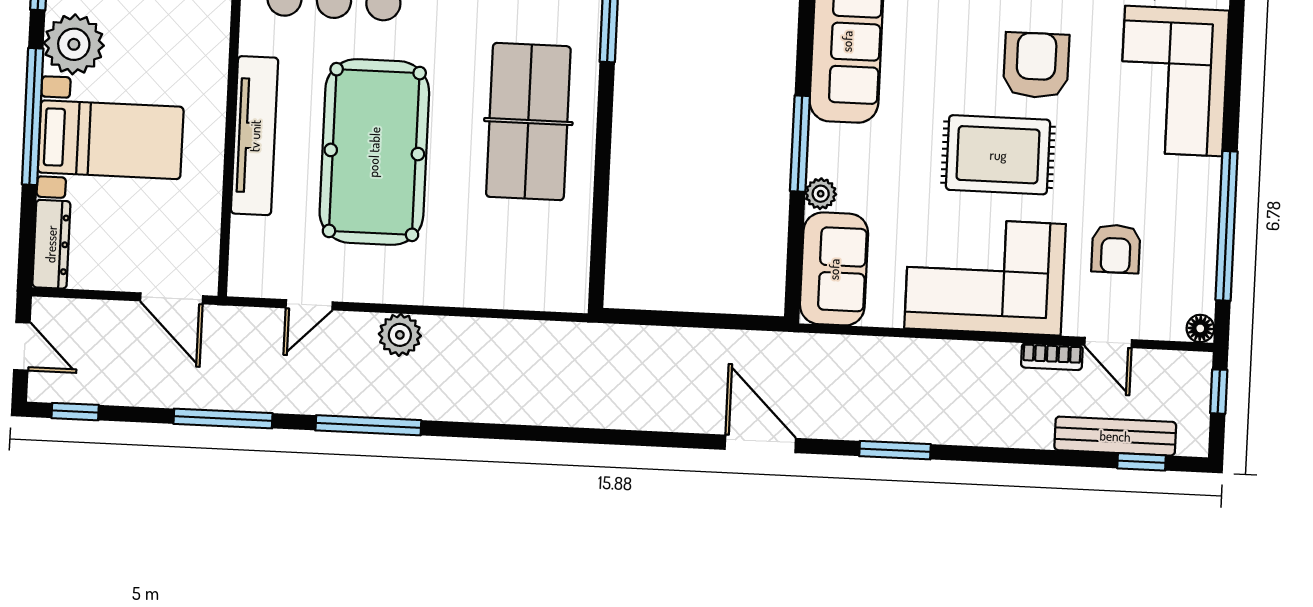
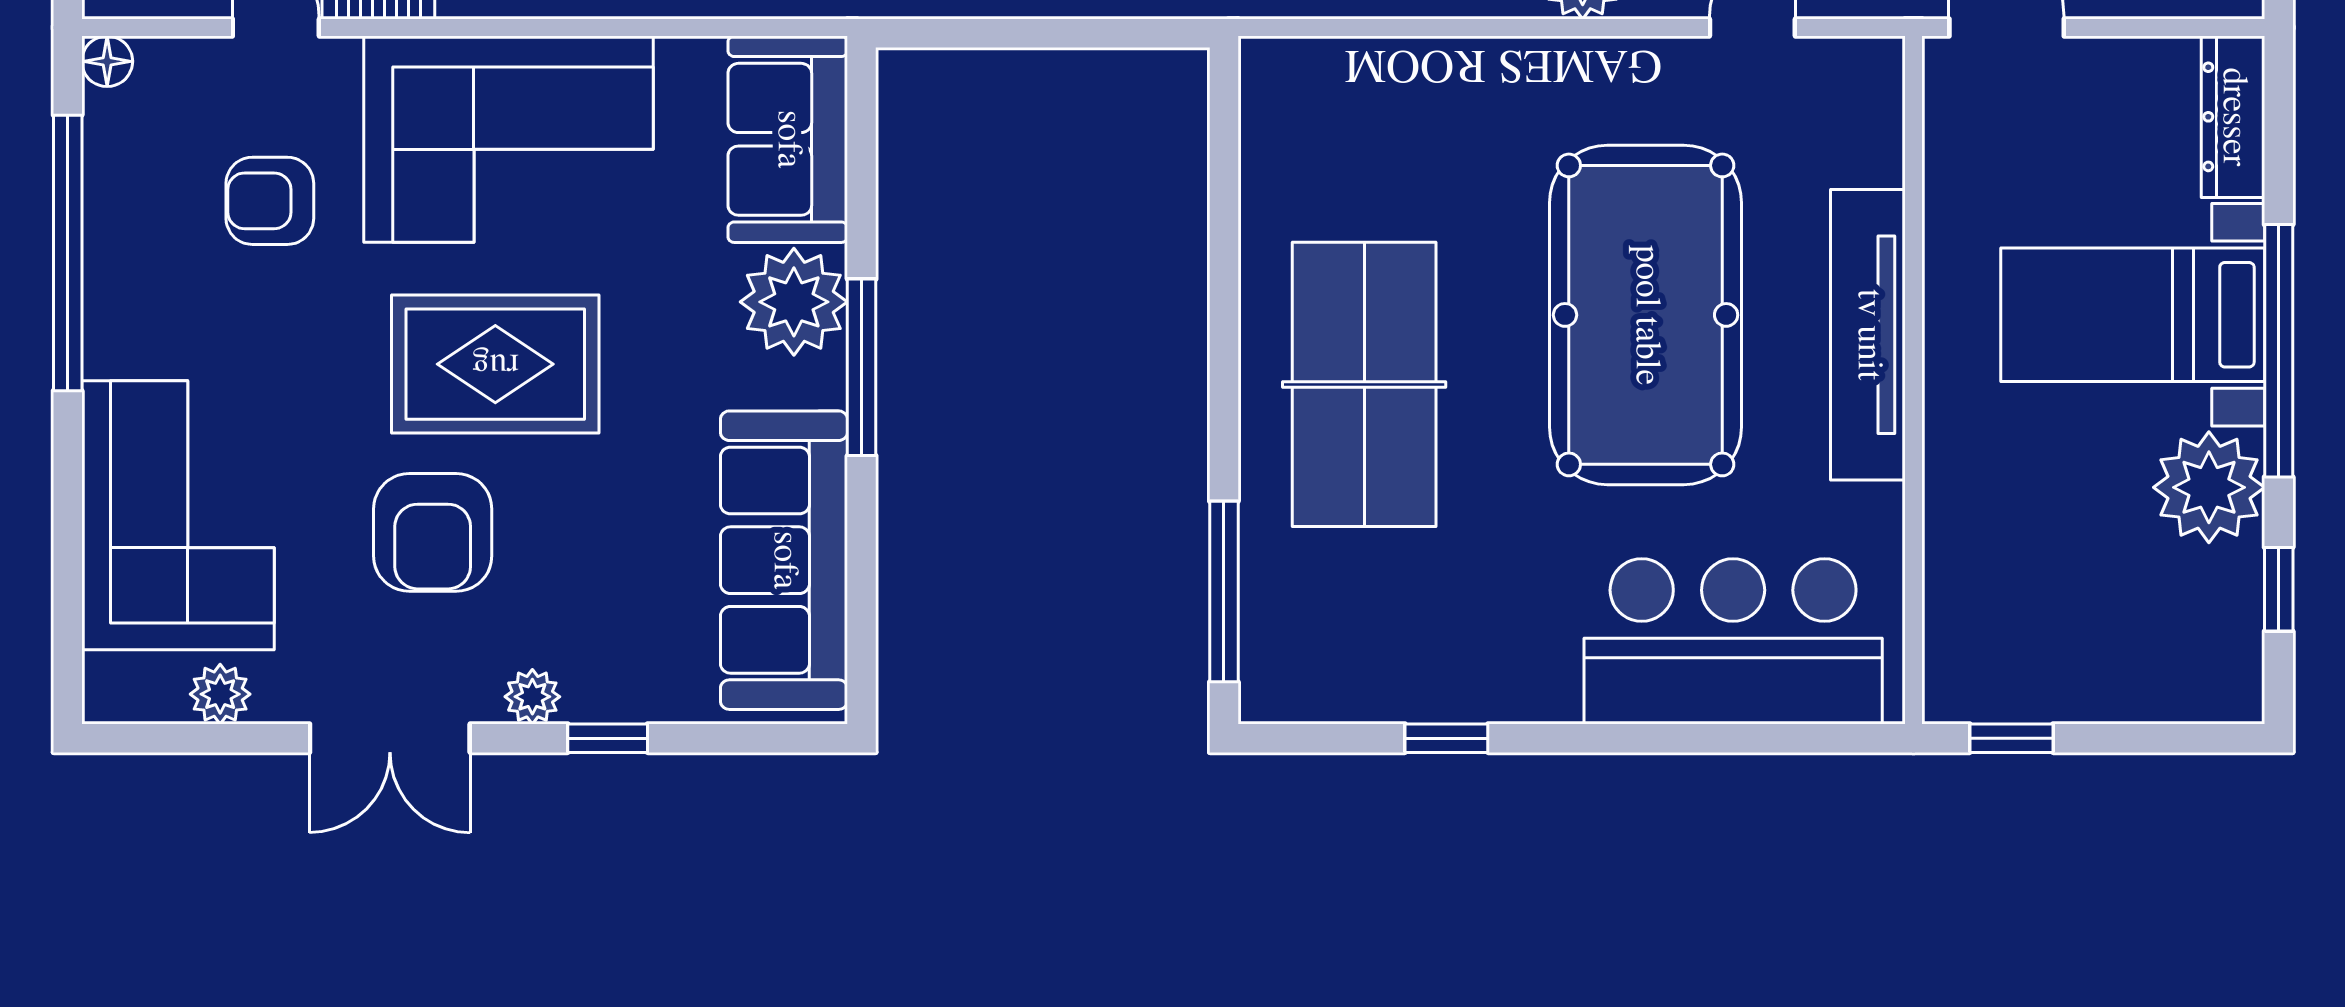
plant: (821, 194) -> (794, 302), width x1.88, depth x1.88
armchair: (1116, 249) -> (270, 201), turned -90

